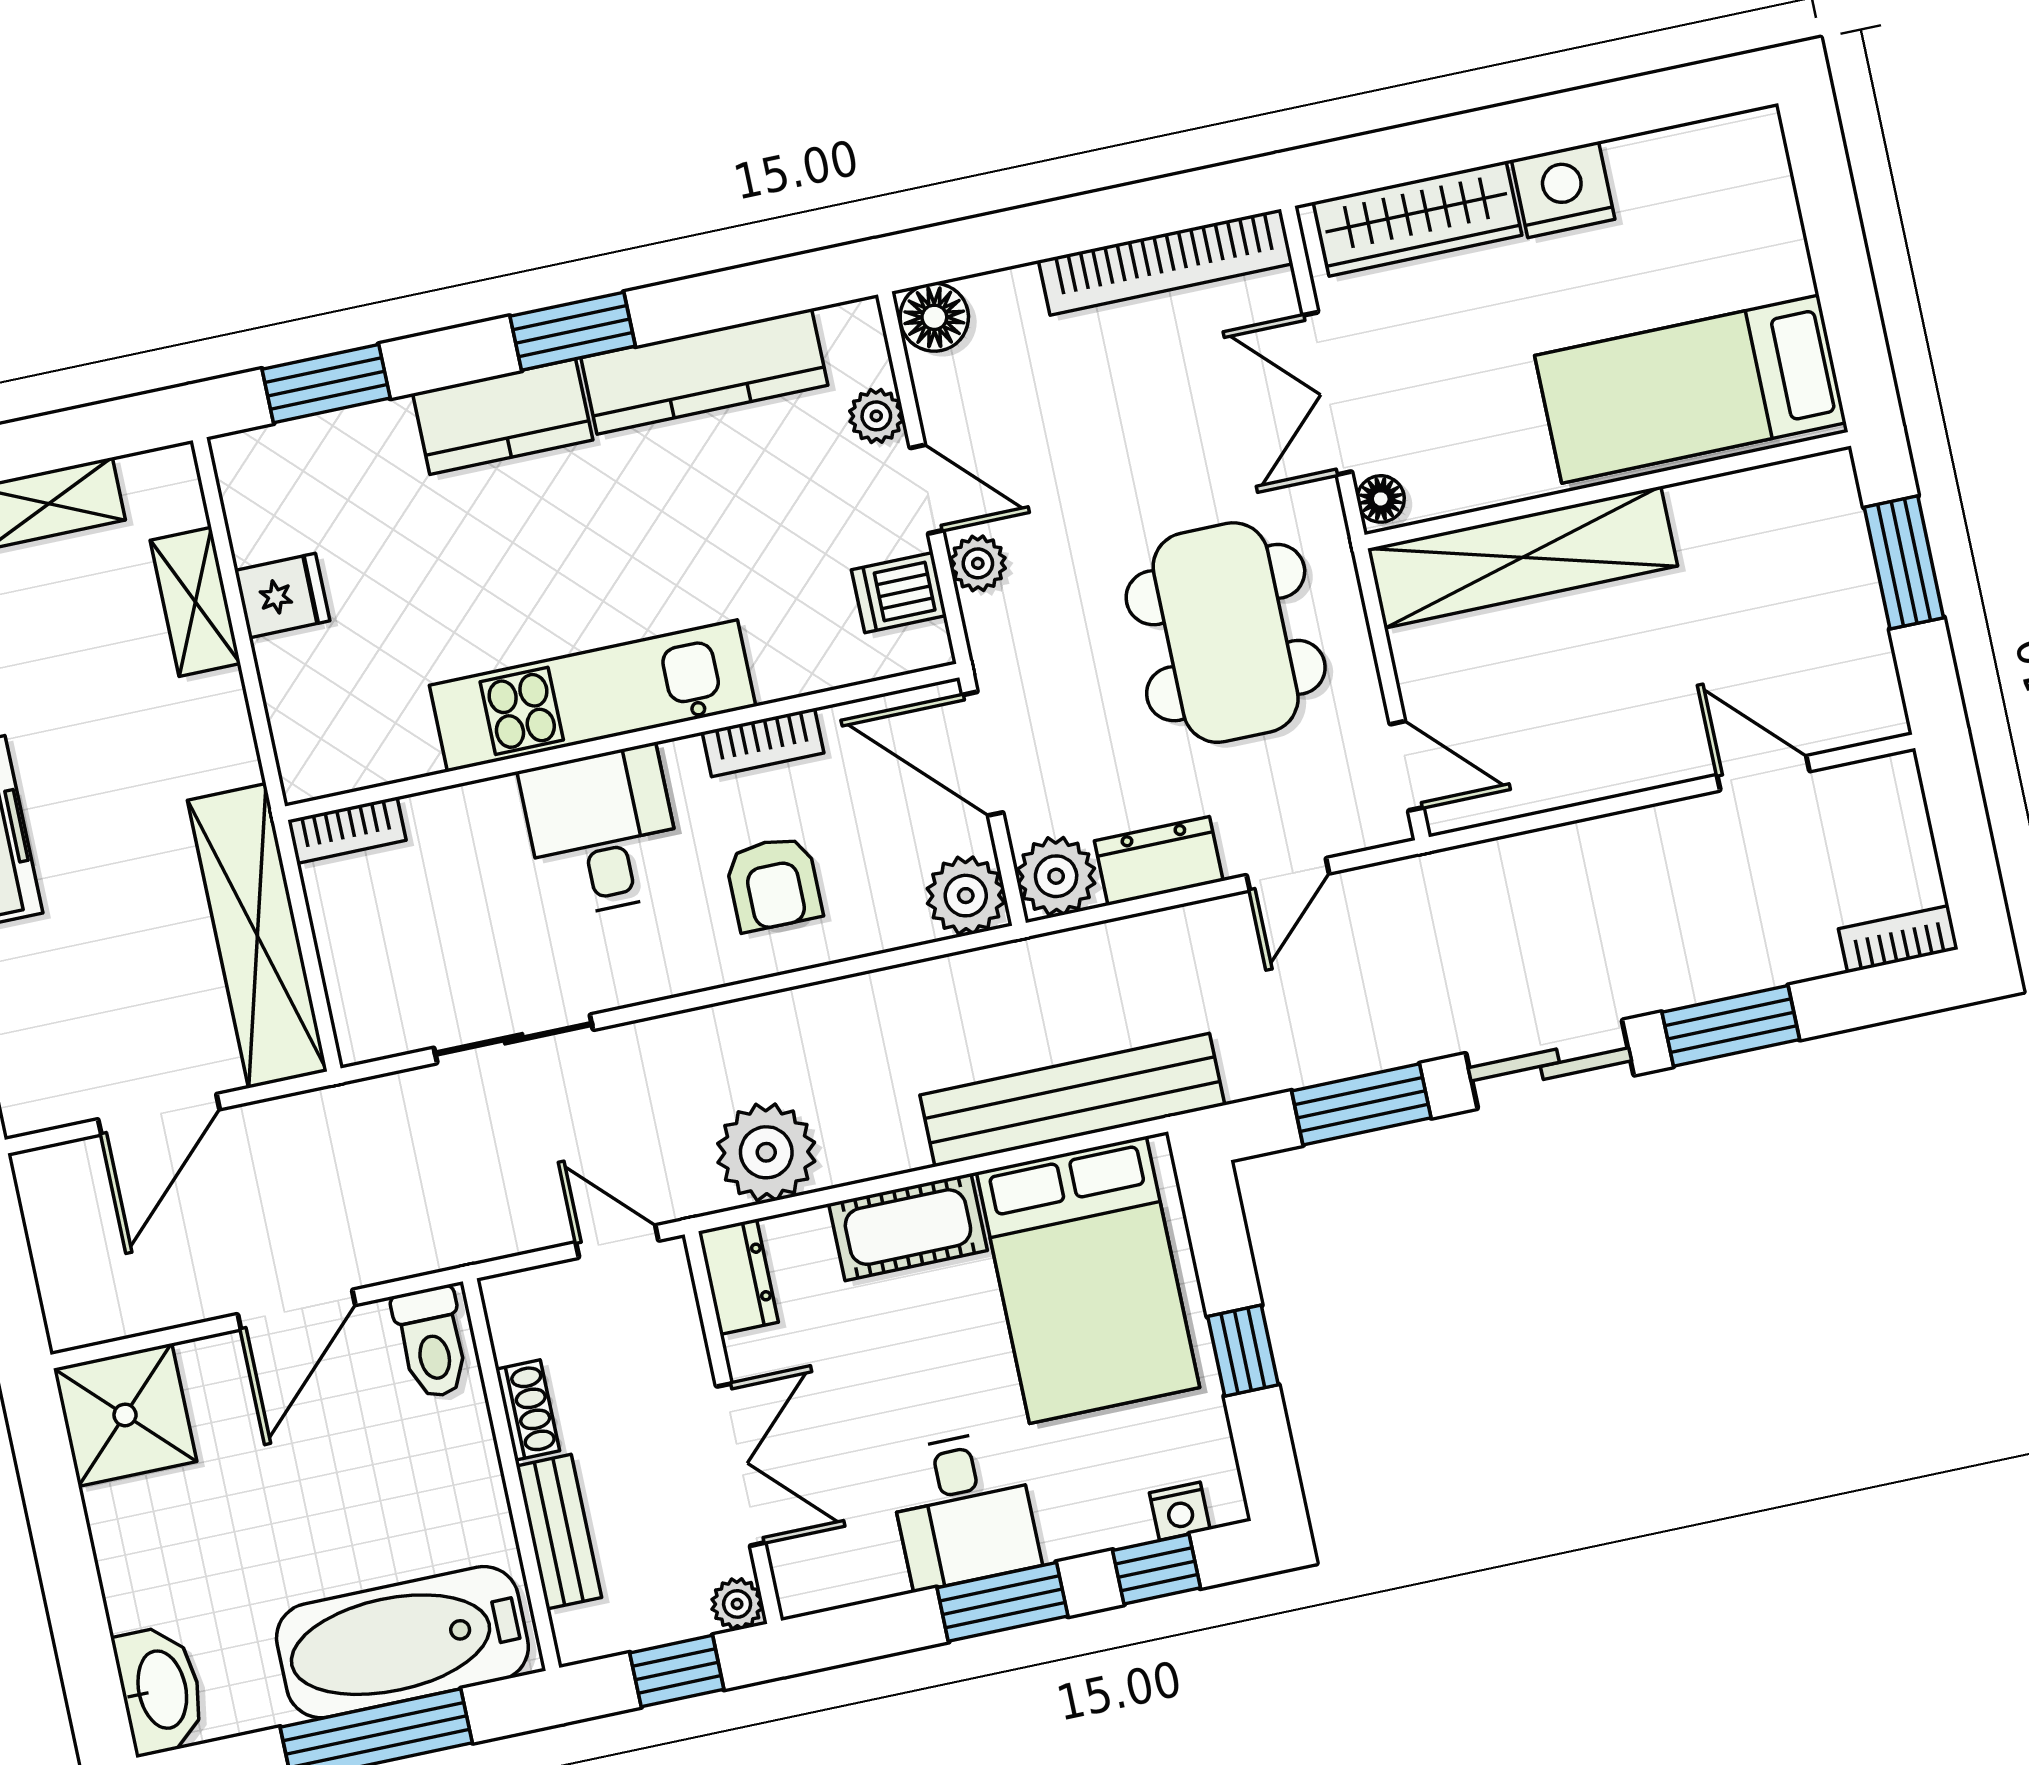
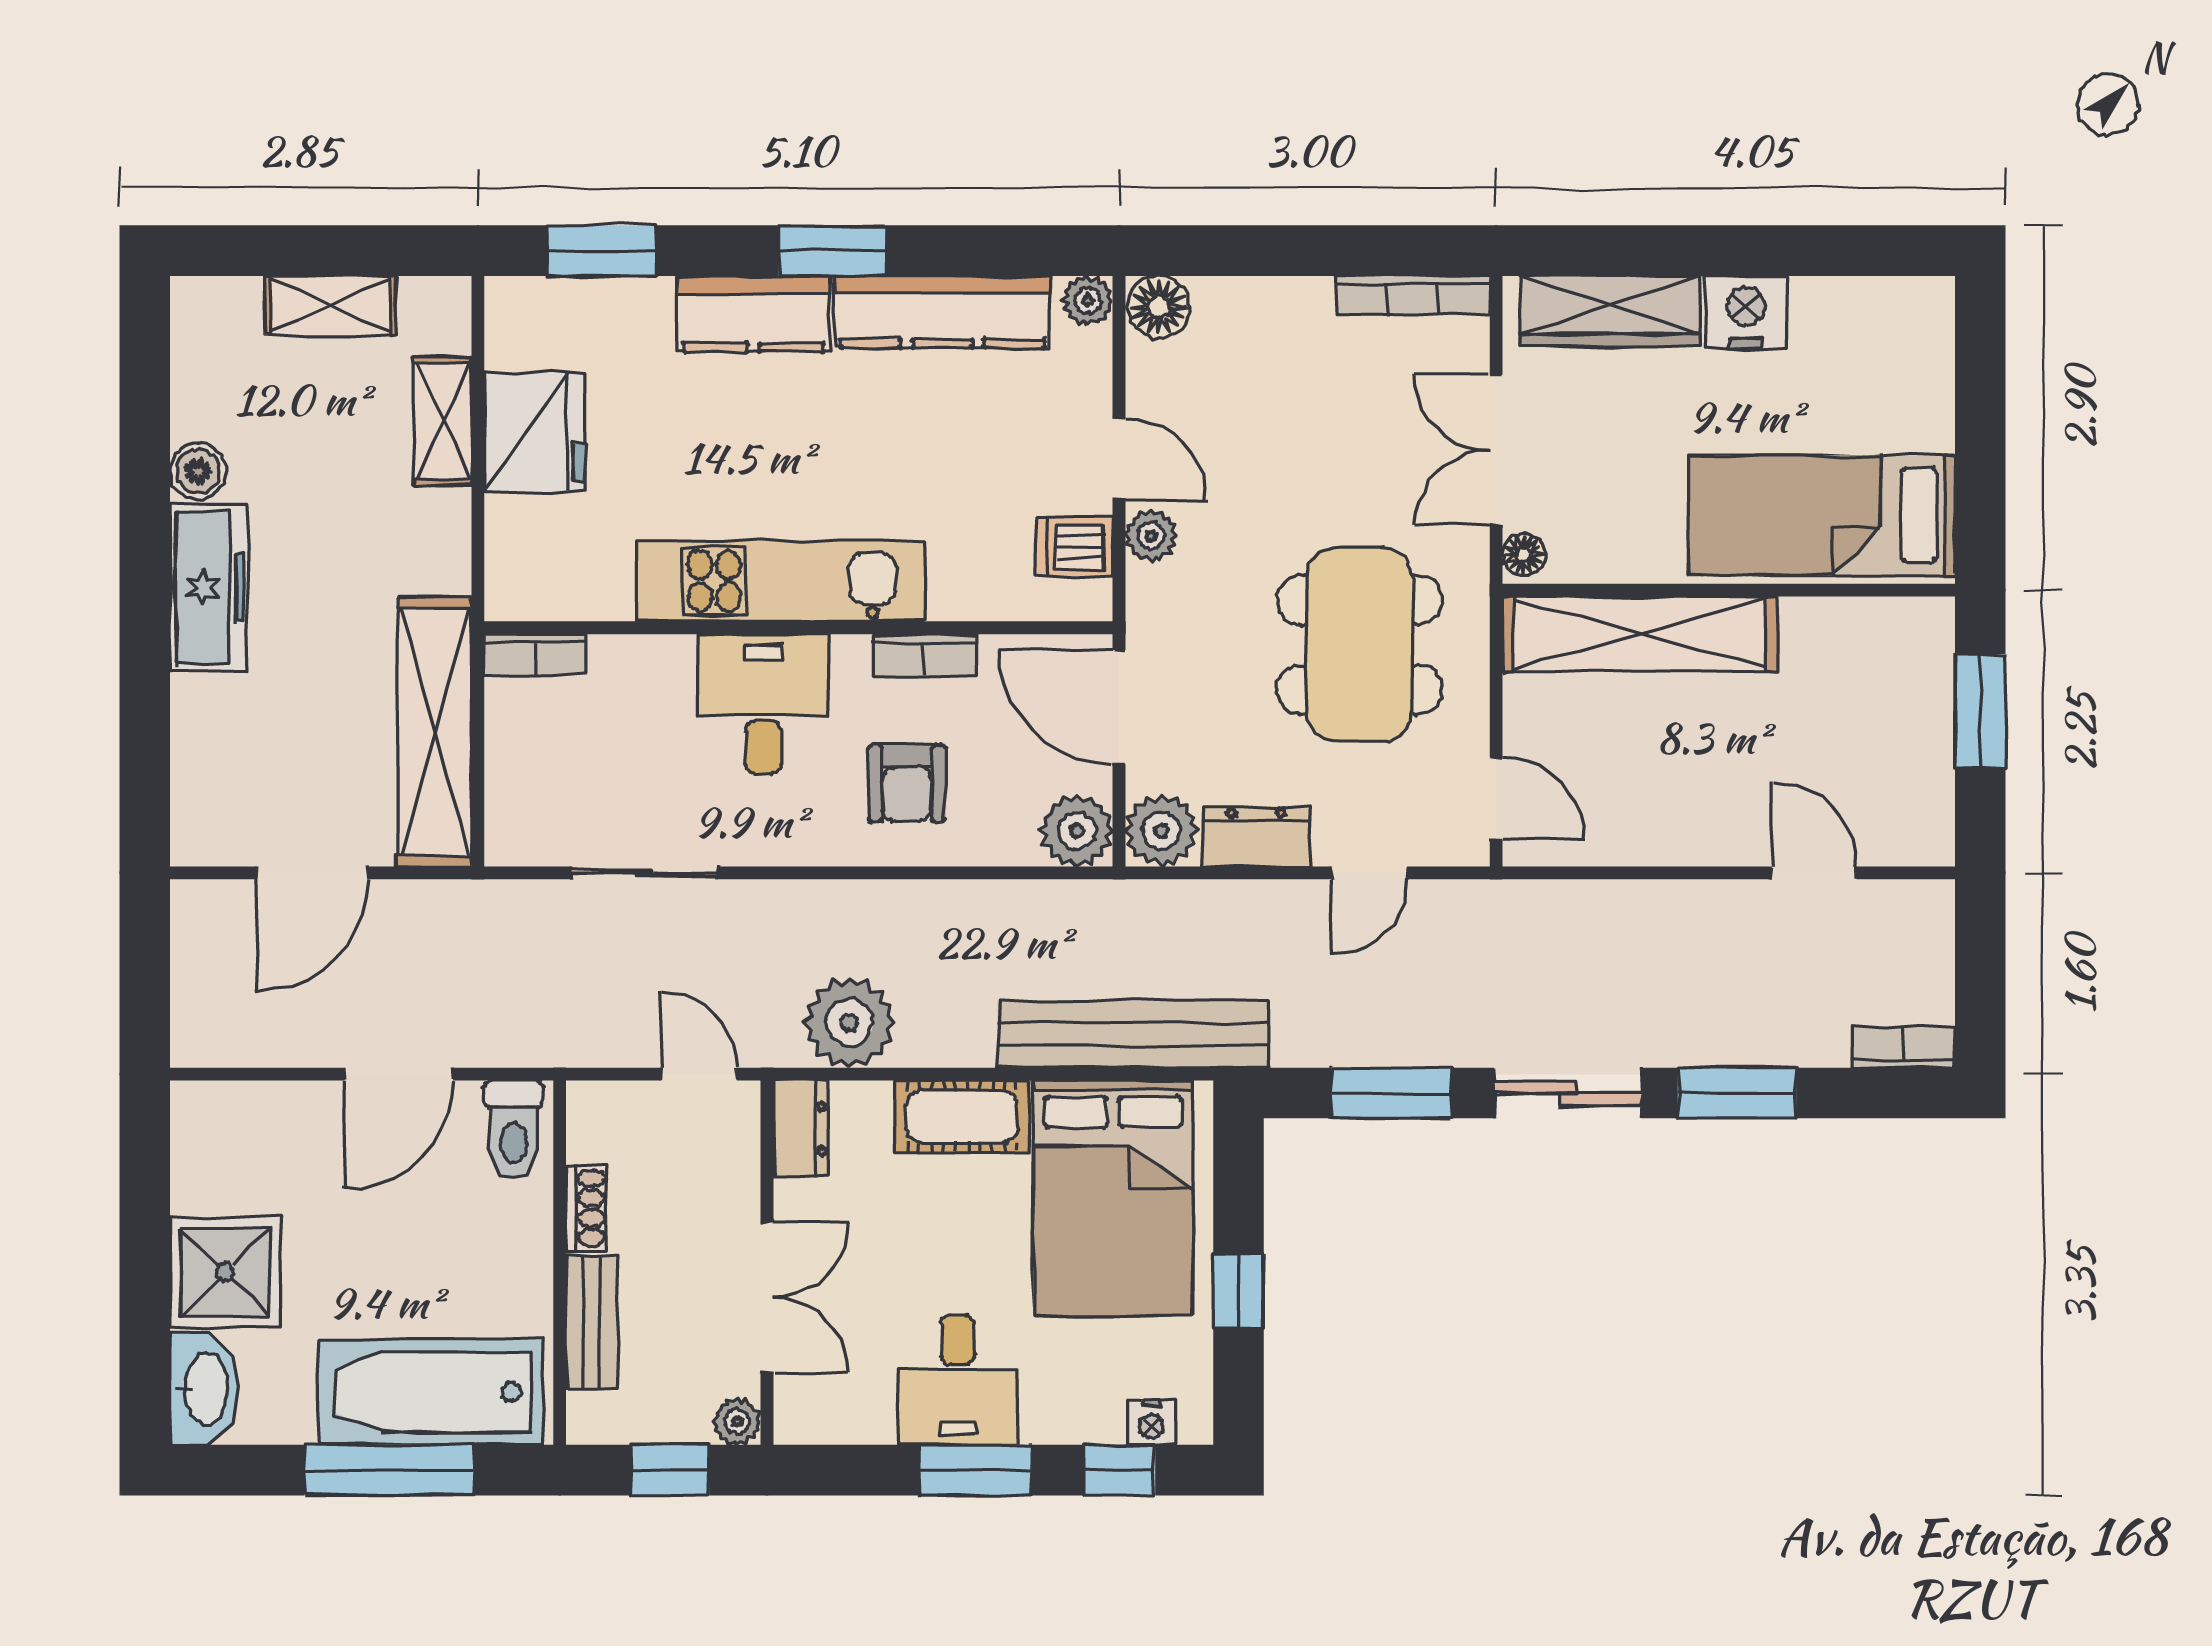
bookcase: (1166, 262) -> (1413, 295), width x0.68, depth x0.76
plant: (876, 416) -> (1088, 301), moved
fridge: (282, 596) -> (535, 432), width x1.88, depth x1.34
shower: (125, 1415) -> (225, 1272), moved

